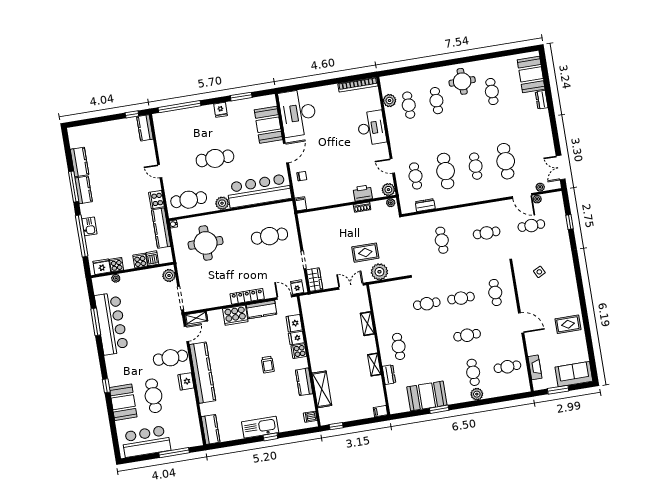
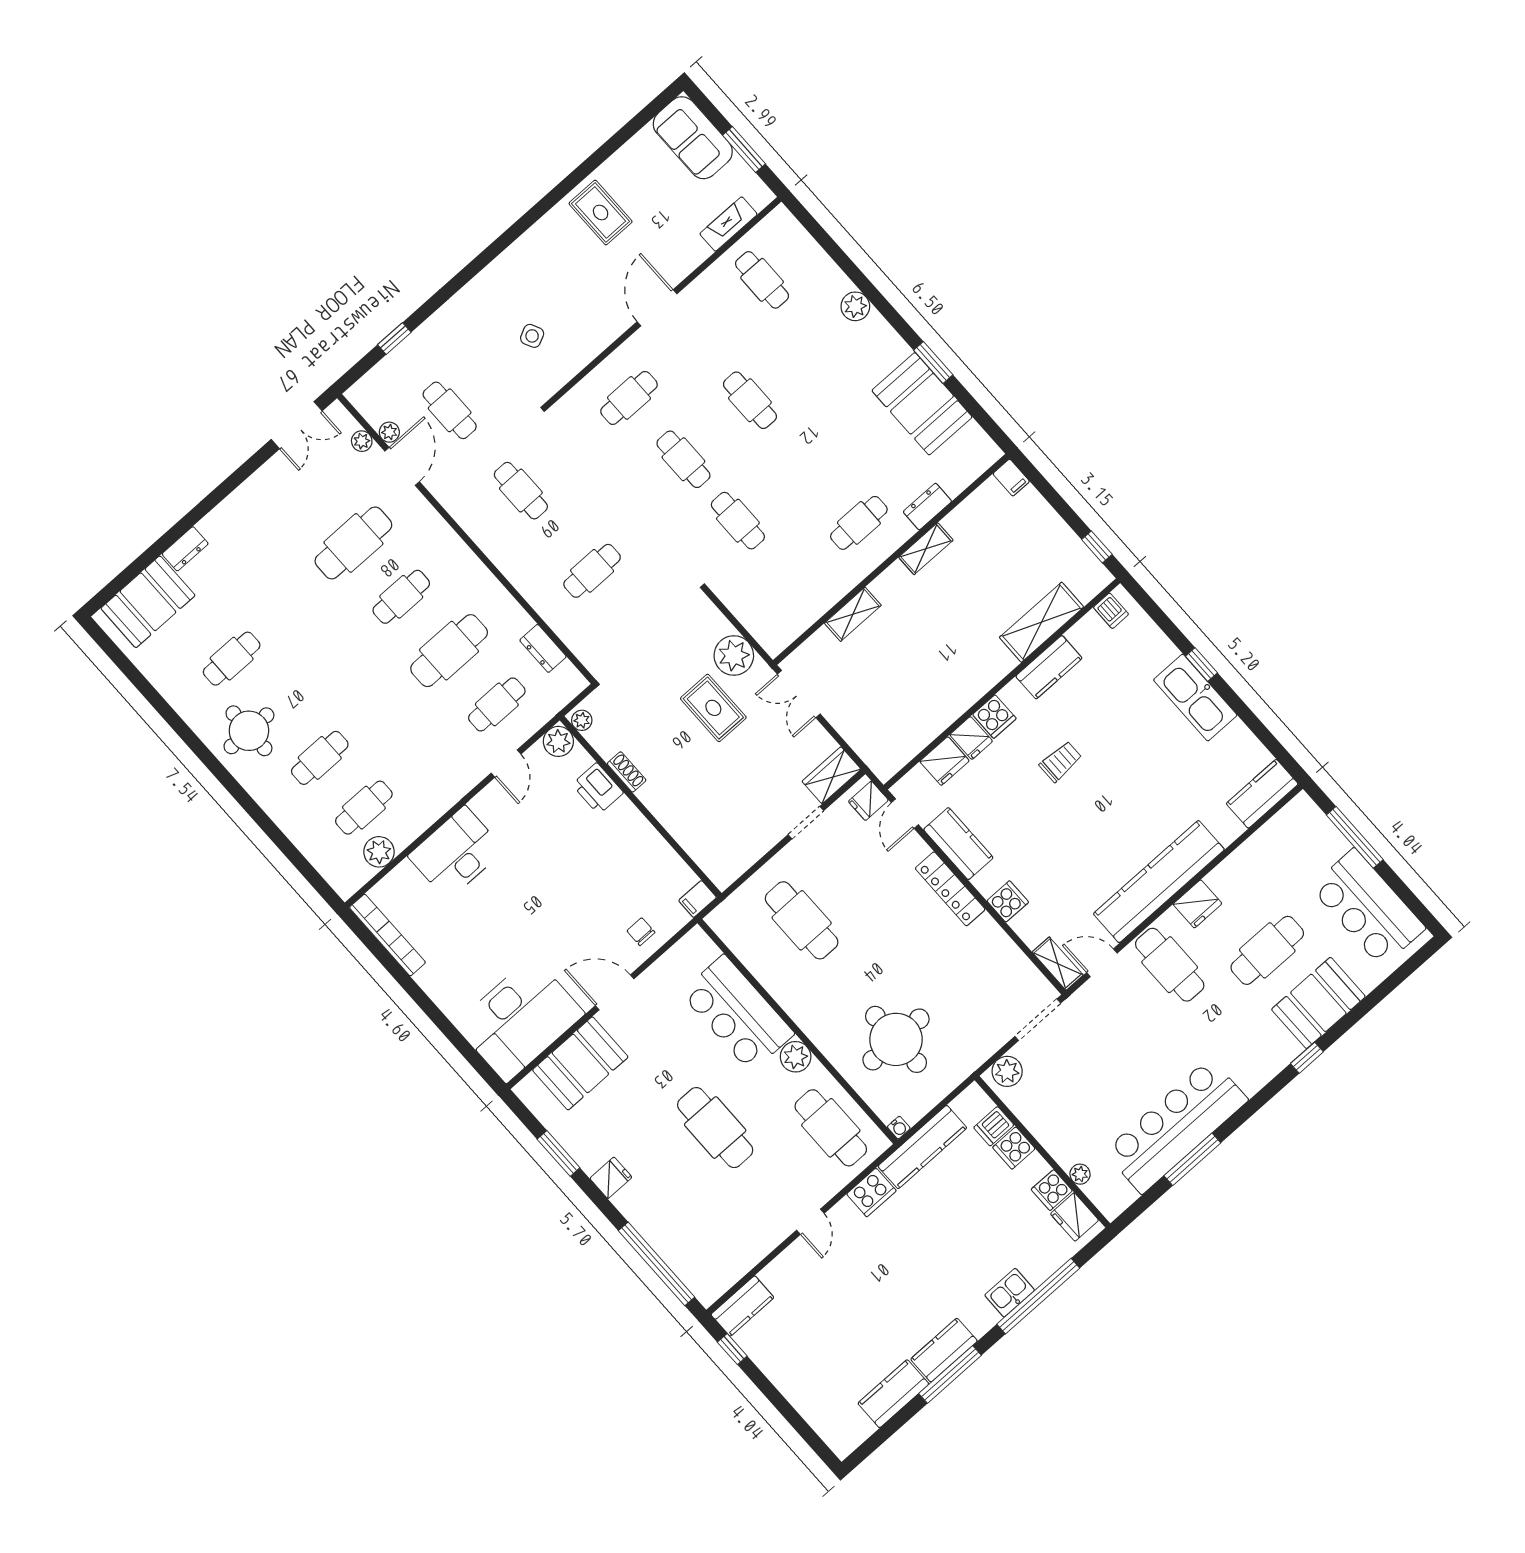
bar counter: (259, 191) -> (737, 1013), width x0.73
cooker: (235, 315) -> (1008, 902), width x0.53, depth x0.76
cafe table: (473, 372) -> (816, 341), removed

